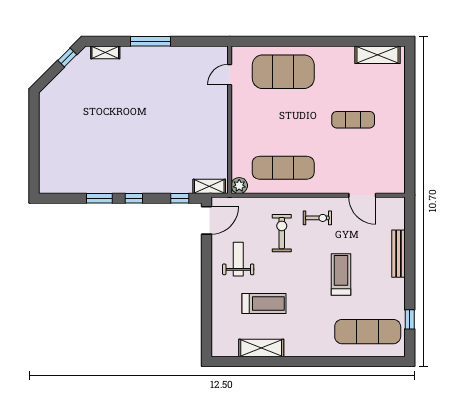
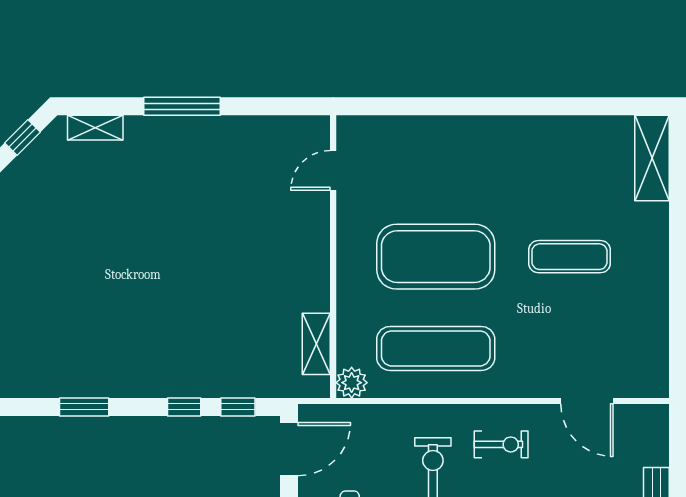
shelving: (377, 55) -> (652, 158), moved, turned 90
exercise mat: (283, 72) -> (436, 257), moved
shelving: (209, 186) -> (316, 344), moved, turned 90
window: (134, 198) -> (184, 407), moved

